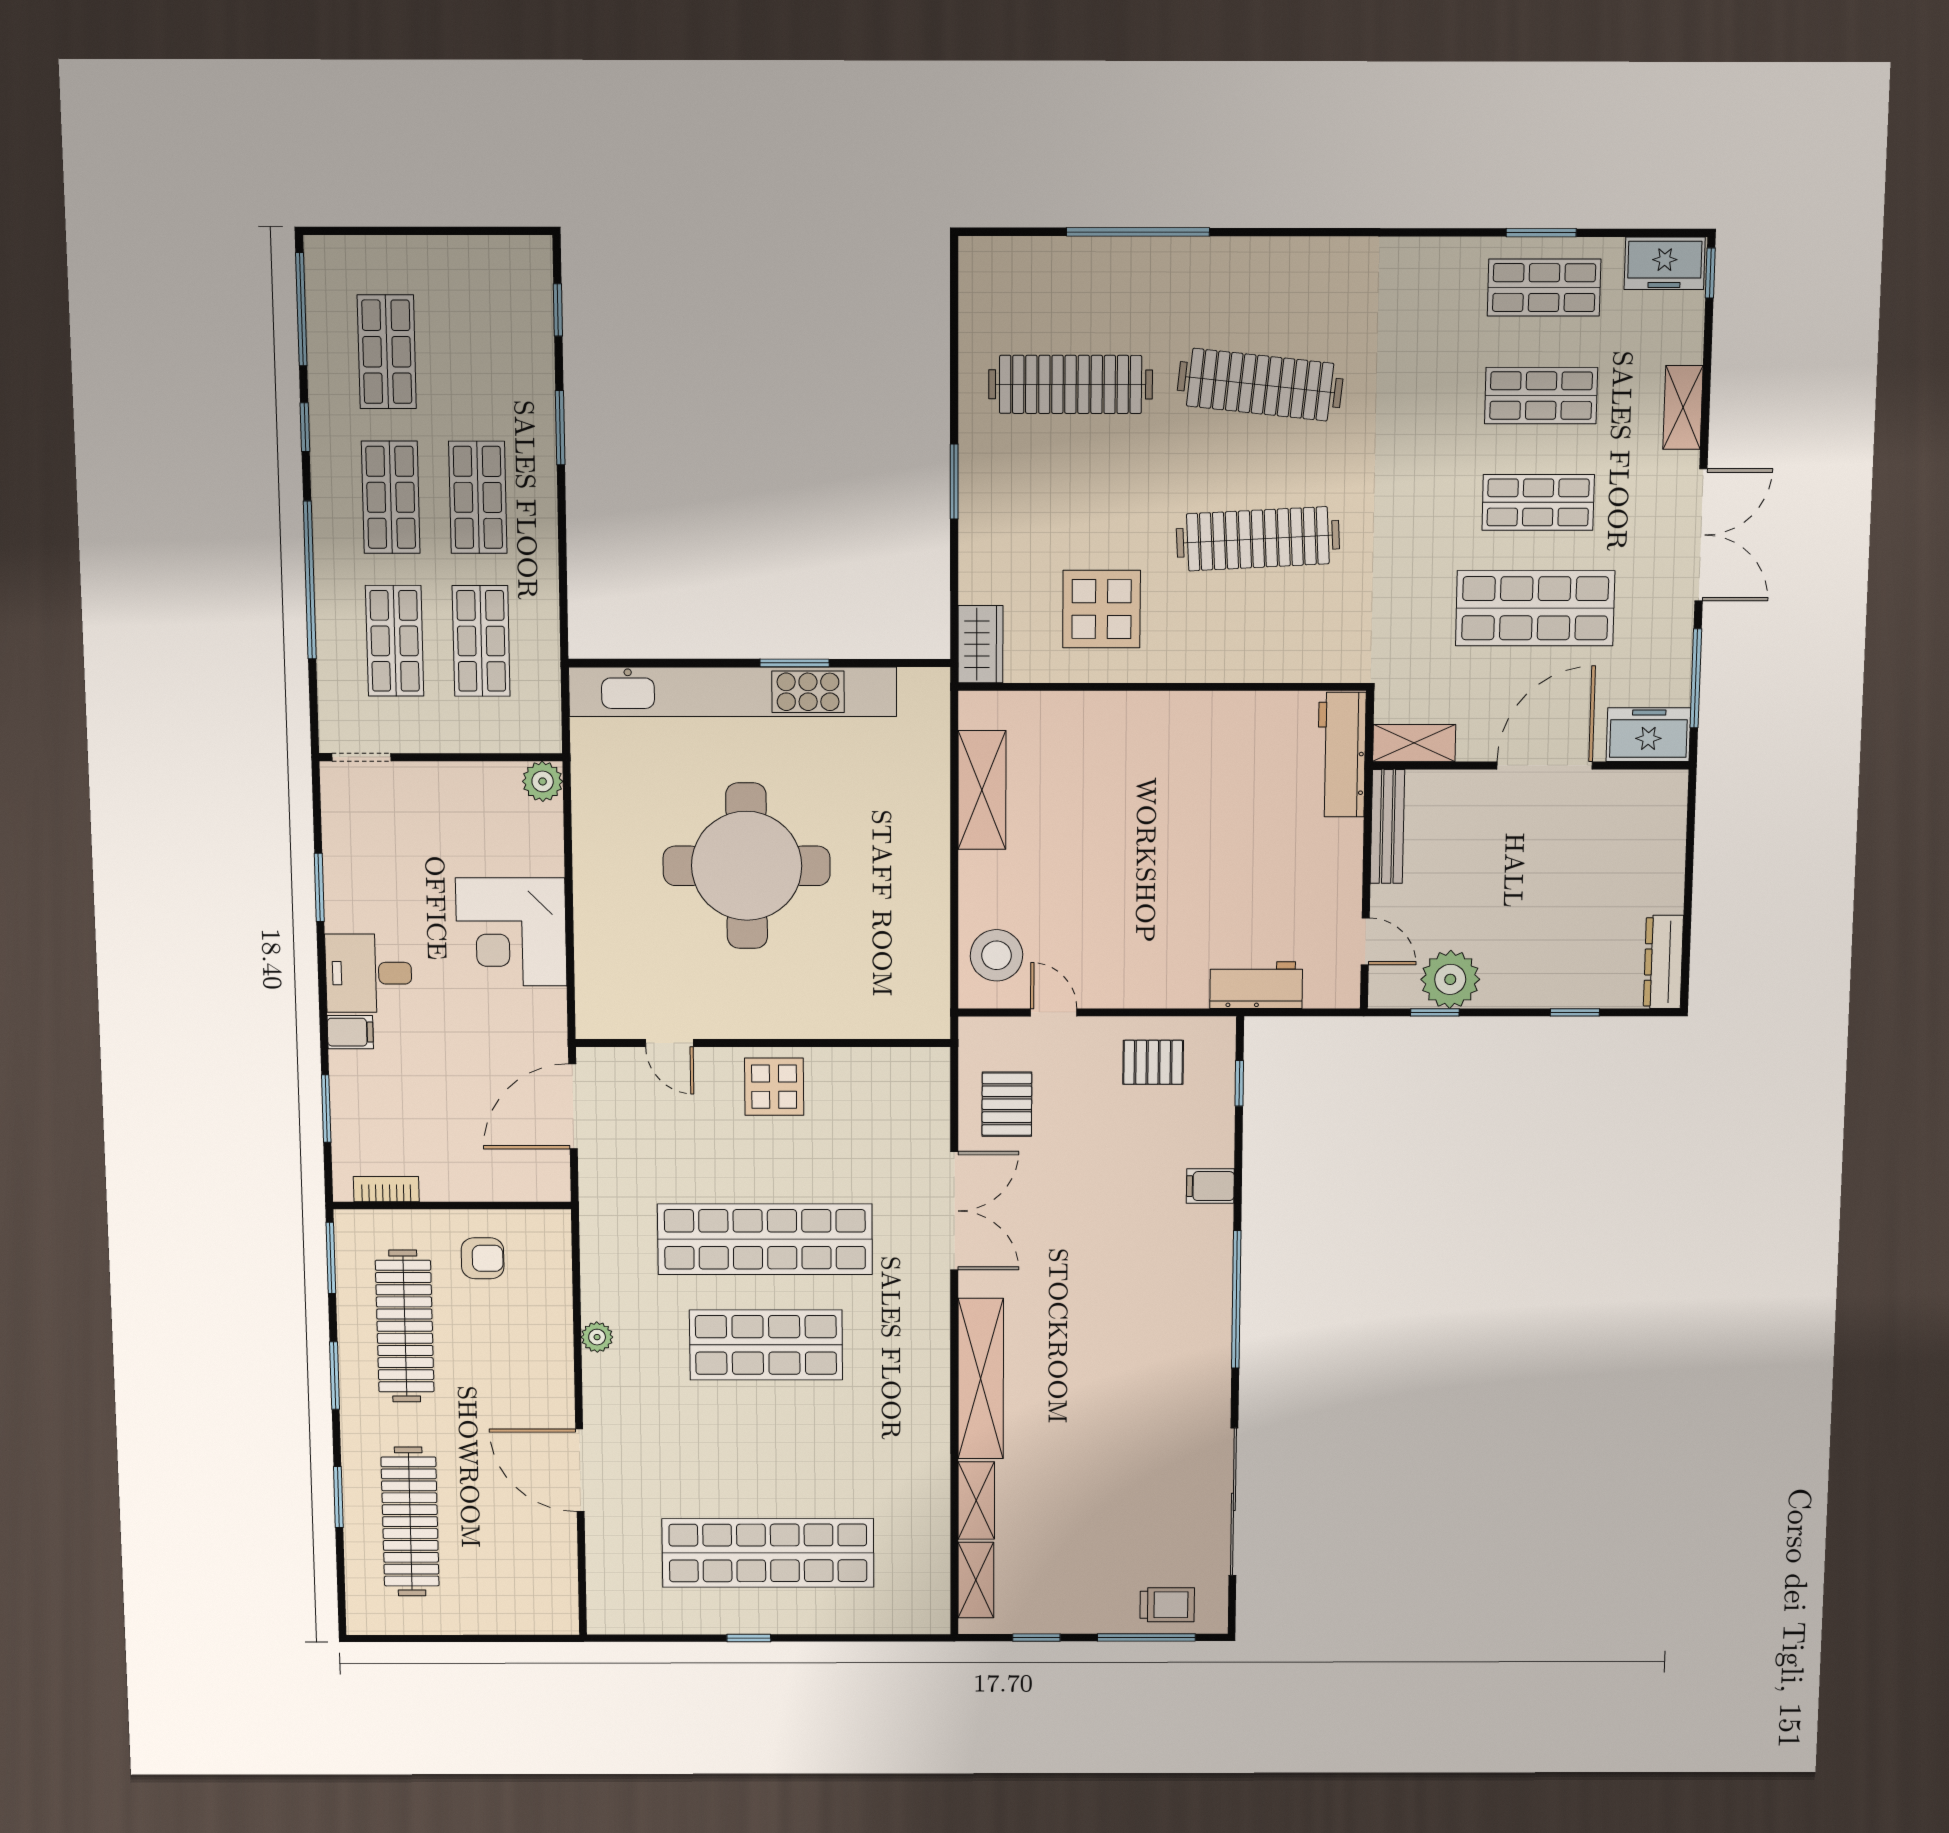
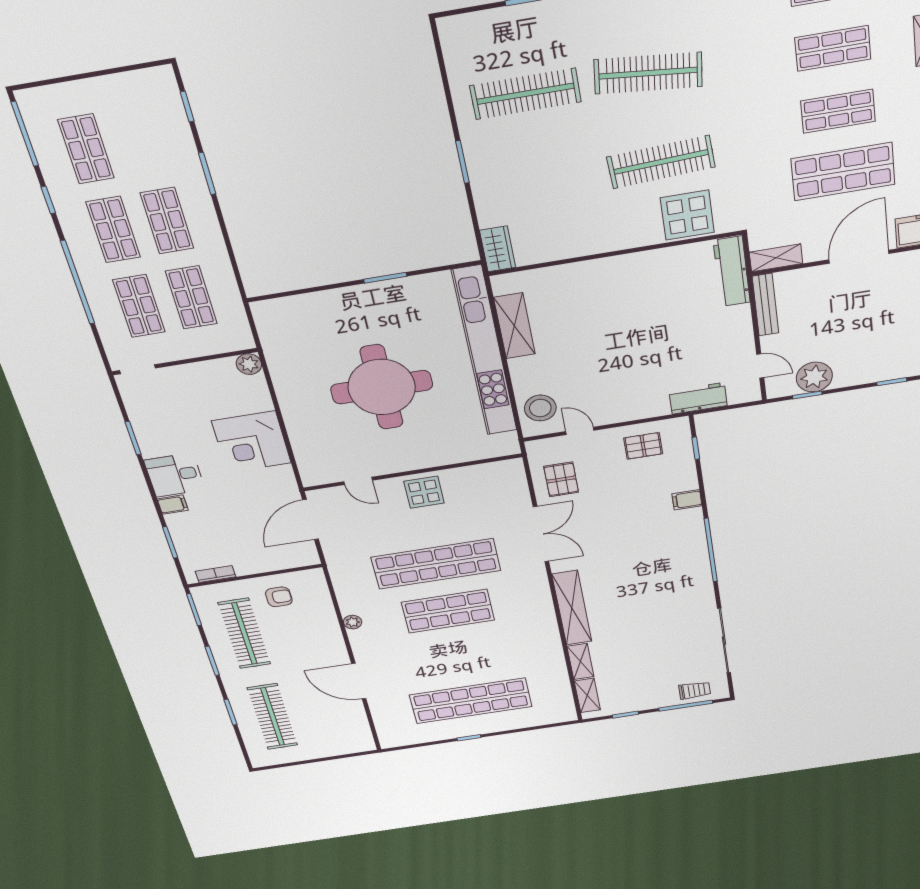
display table: (1102, 609) -> (687, 215), moved
kitchen unit: (733, 692) -> (485, 352), moved, turned 90

